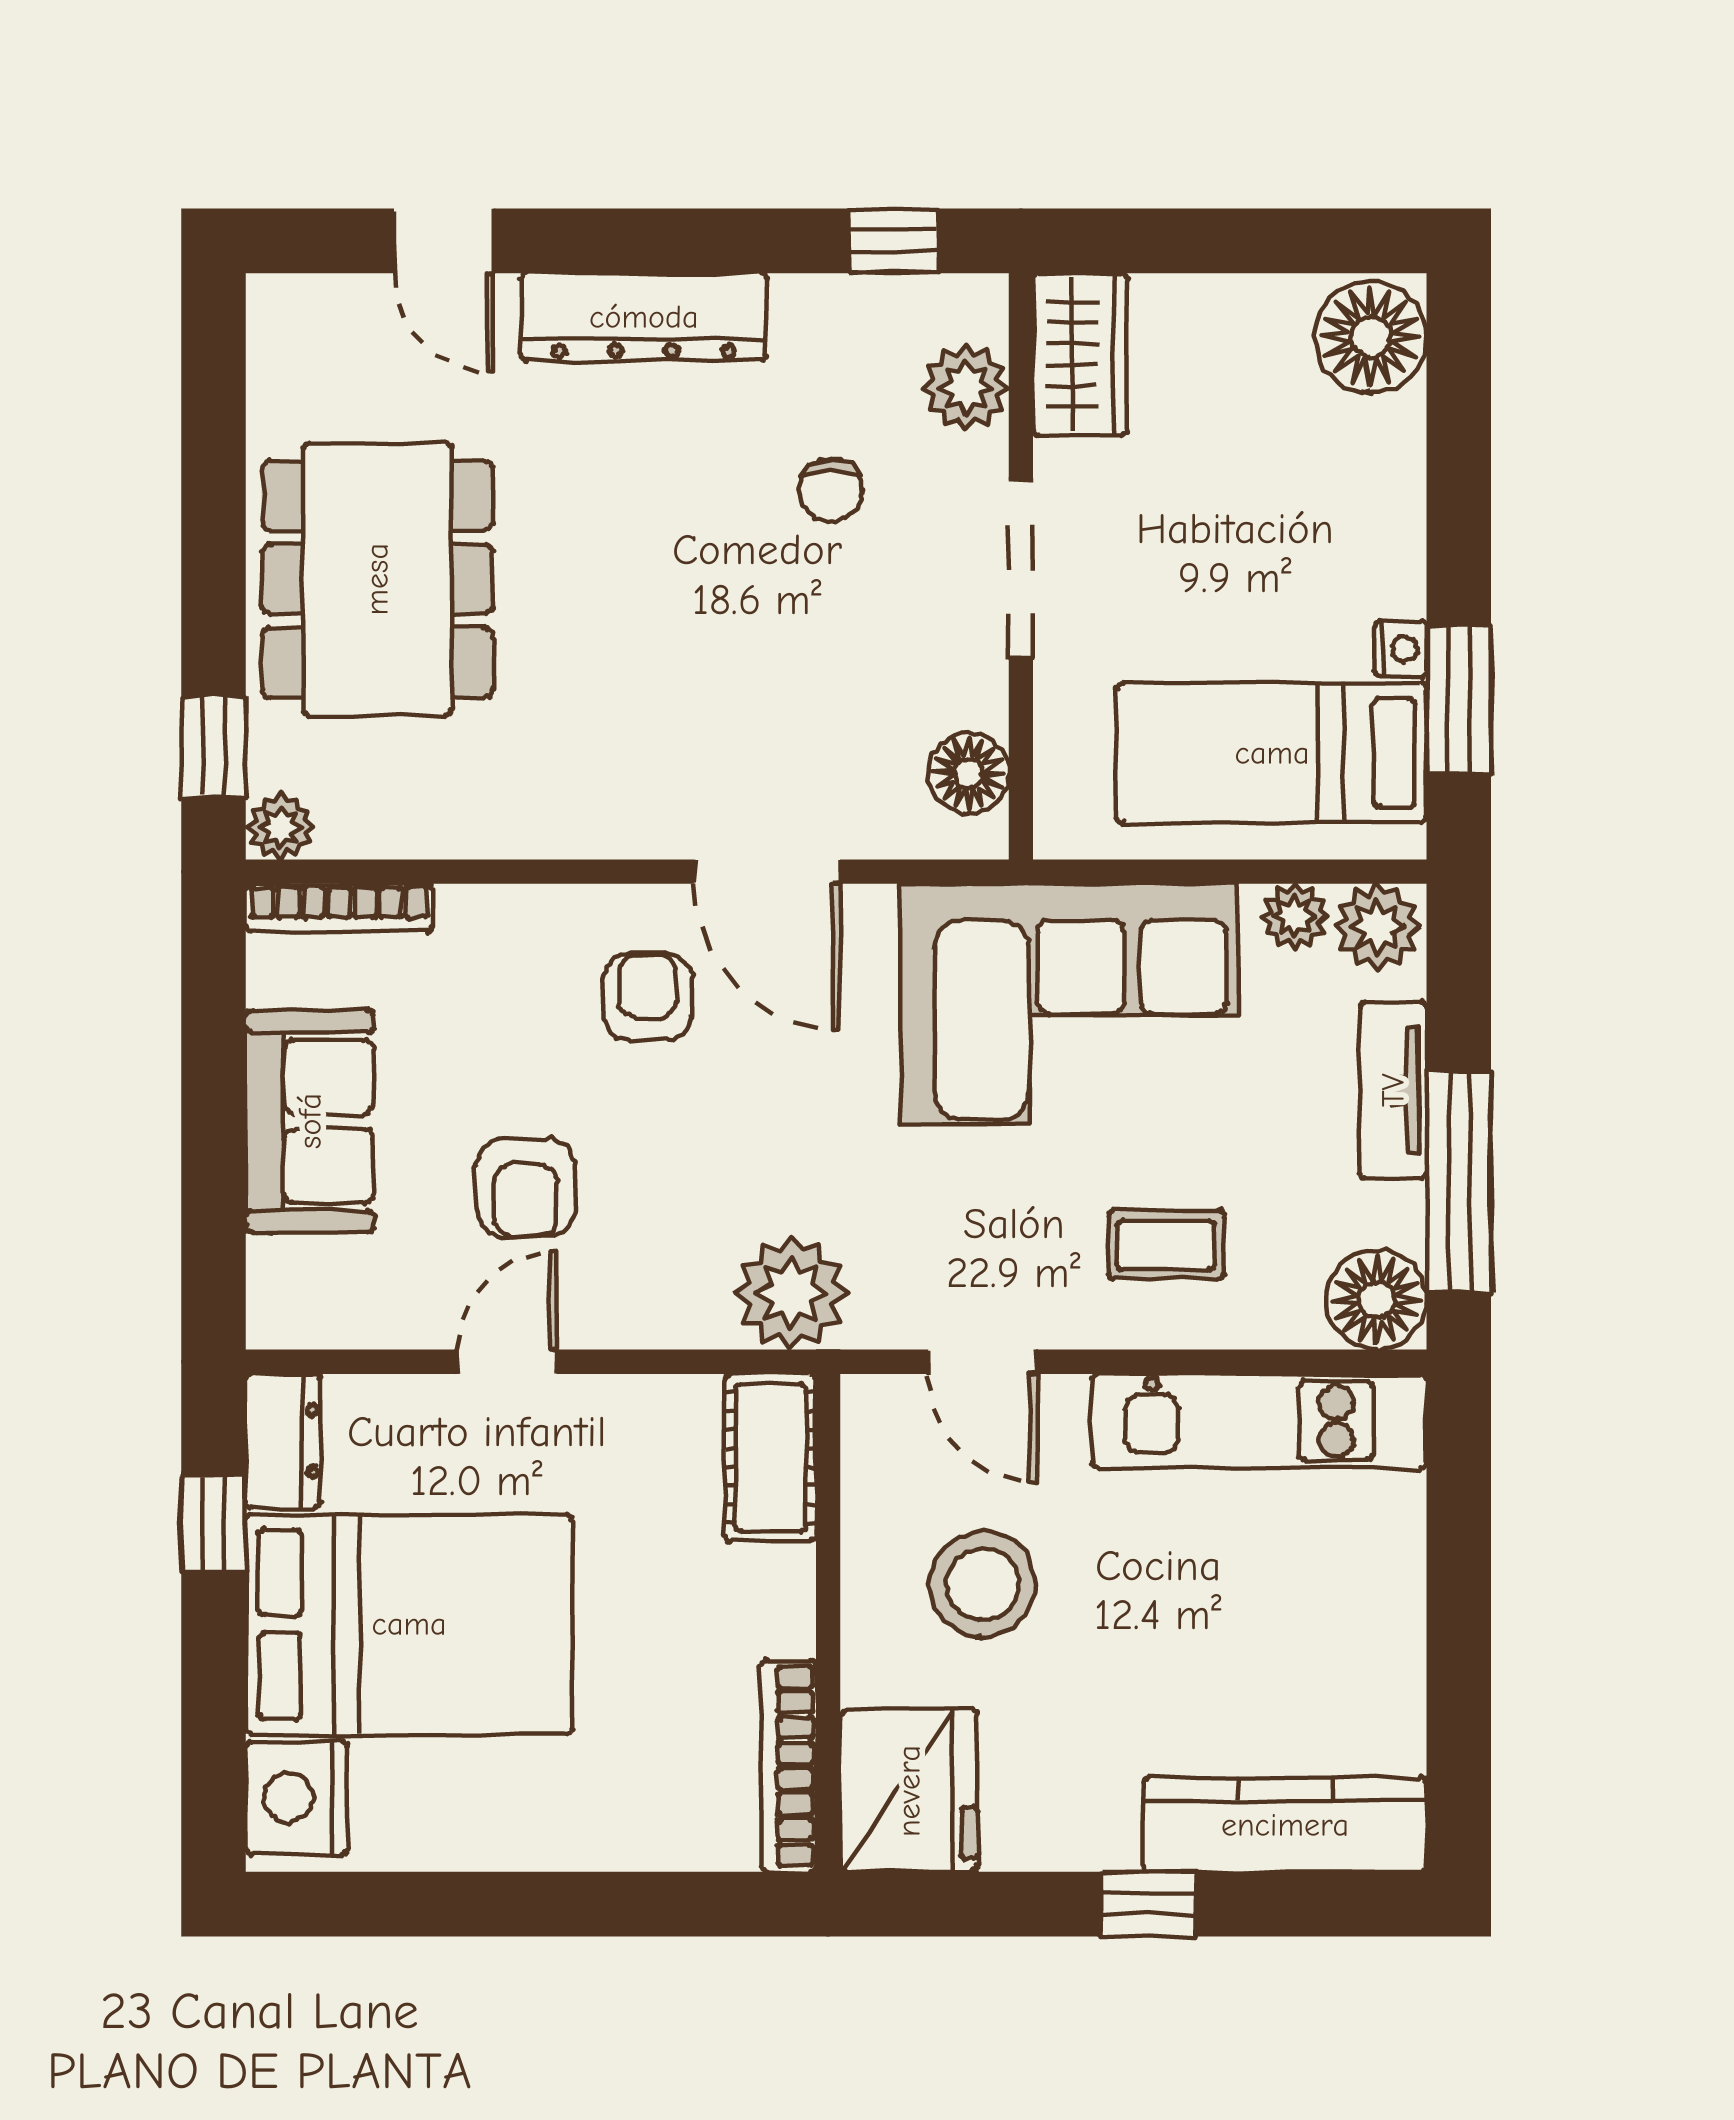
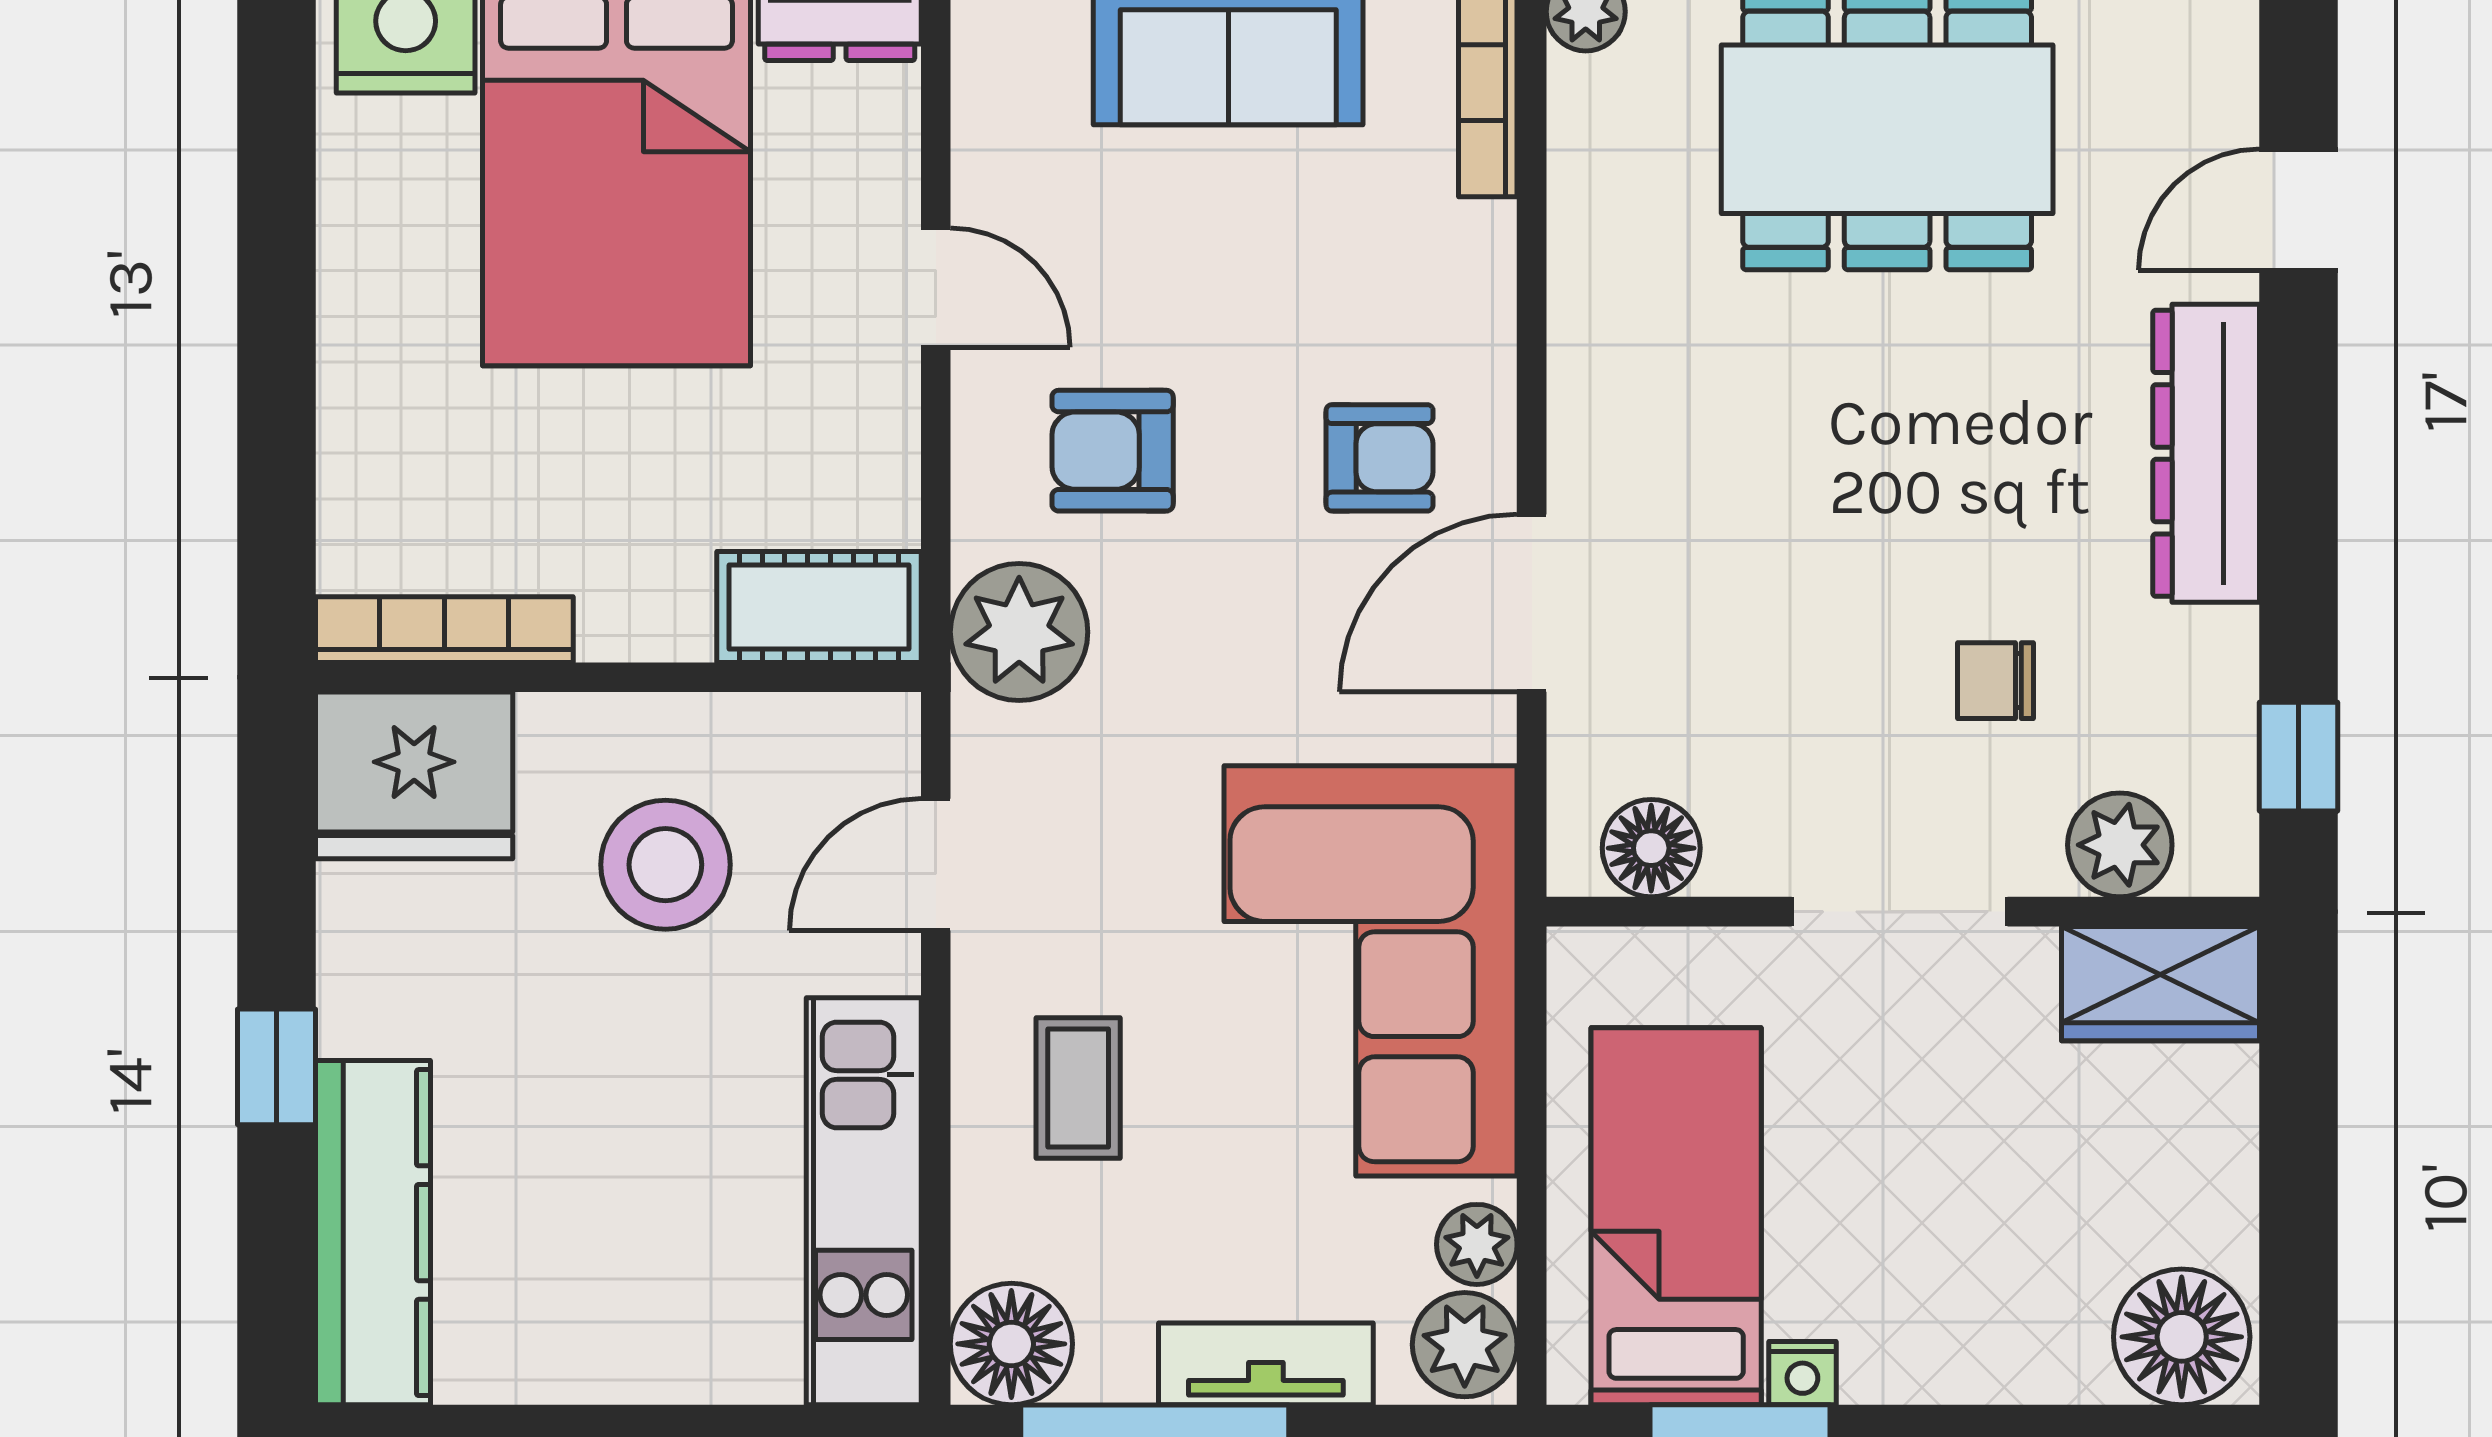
armchair: (526, 1188) -> (1113, 451), moved

